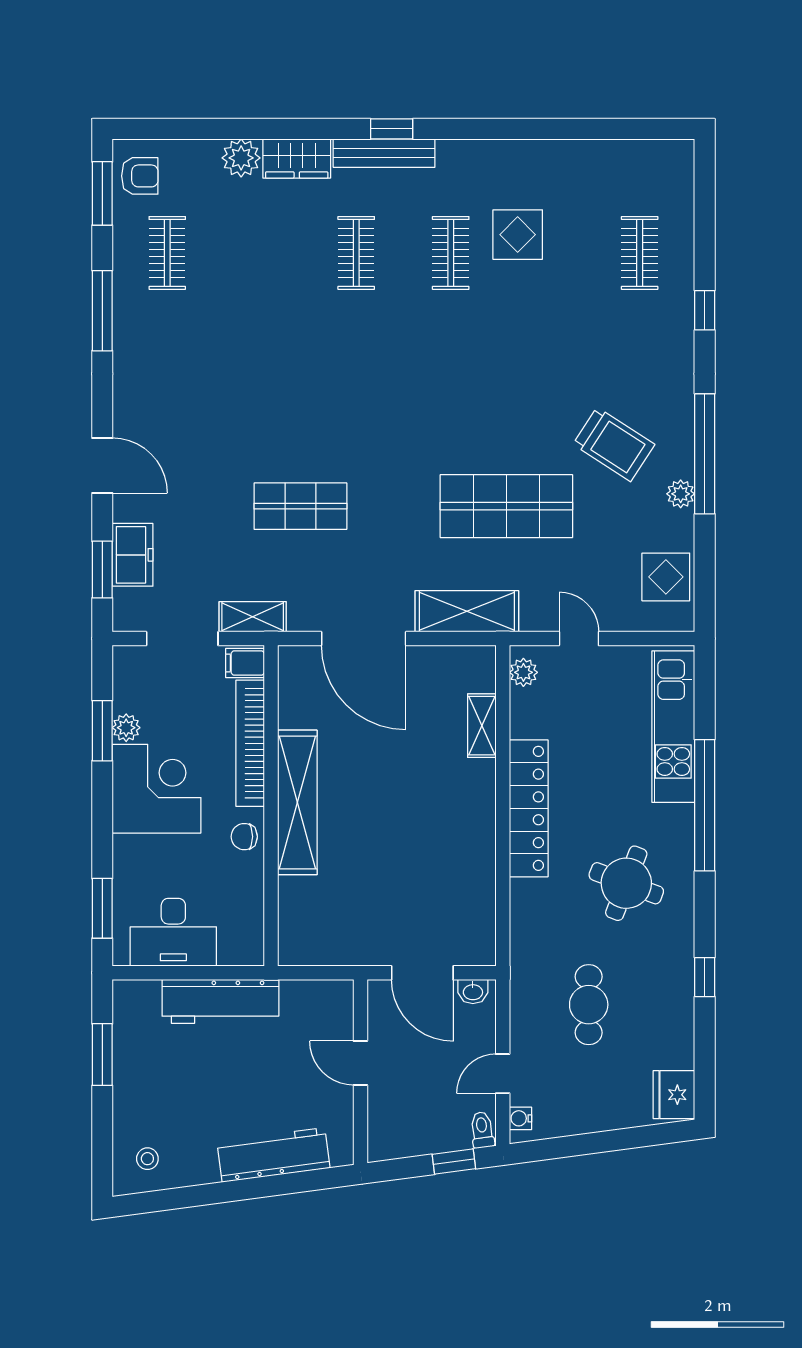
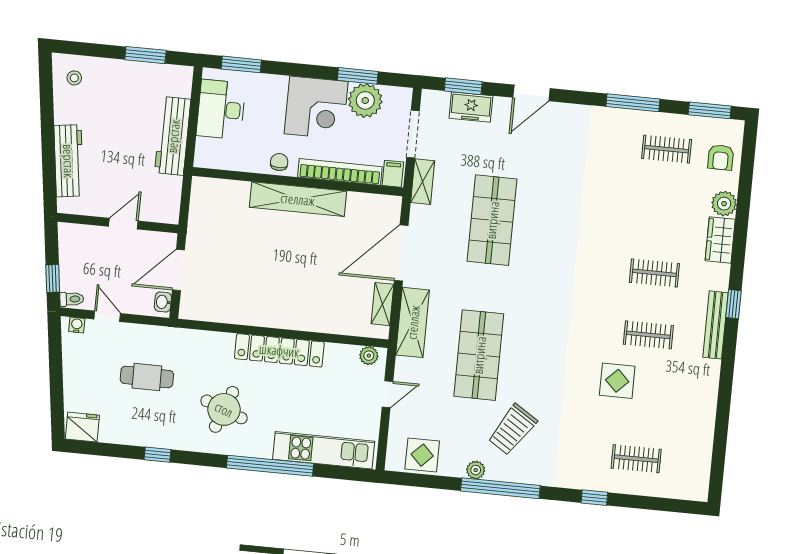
bench: (384, 153) -> (715, 325), moved
armchair: (140, 176) -> (721, 157), moved
display table: (518, 235) -> (617, 381), moved
shop shelf: (300, 506) -> (492, 220), width x1.43, depth x1.36
shelving: (482, 726) -> (382, 304), moved, turned 90
plant: (126, 728) -> (365, 100), width x1.88, depth x1.88

